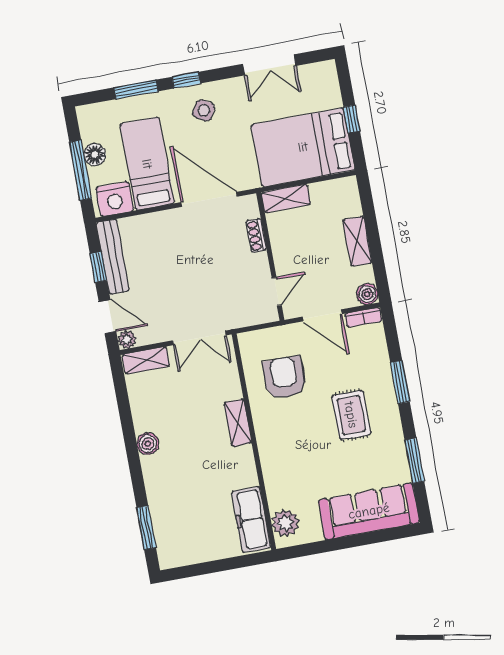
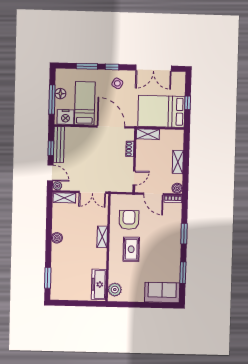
double door: (269, 65) -> (154, 68), width x1.37
rug: (351, 415) -> (131, 249), moved
sofa: (369, 511) -> (162, 292), width x0.73

